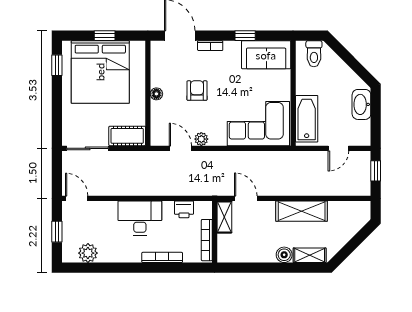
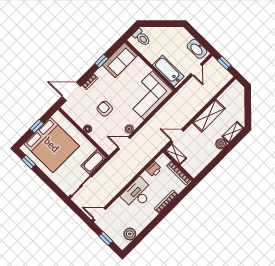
washbasin: (361, 104) -> (197, 49), moved

